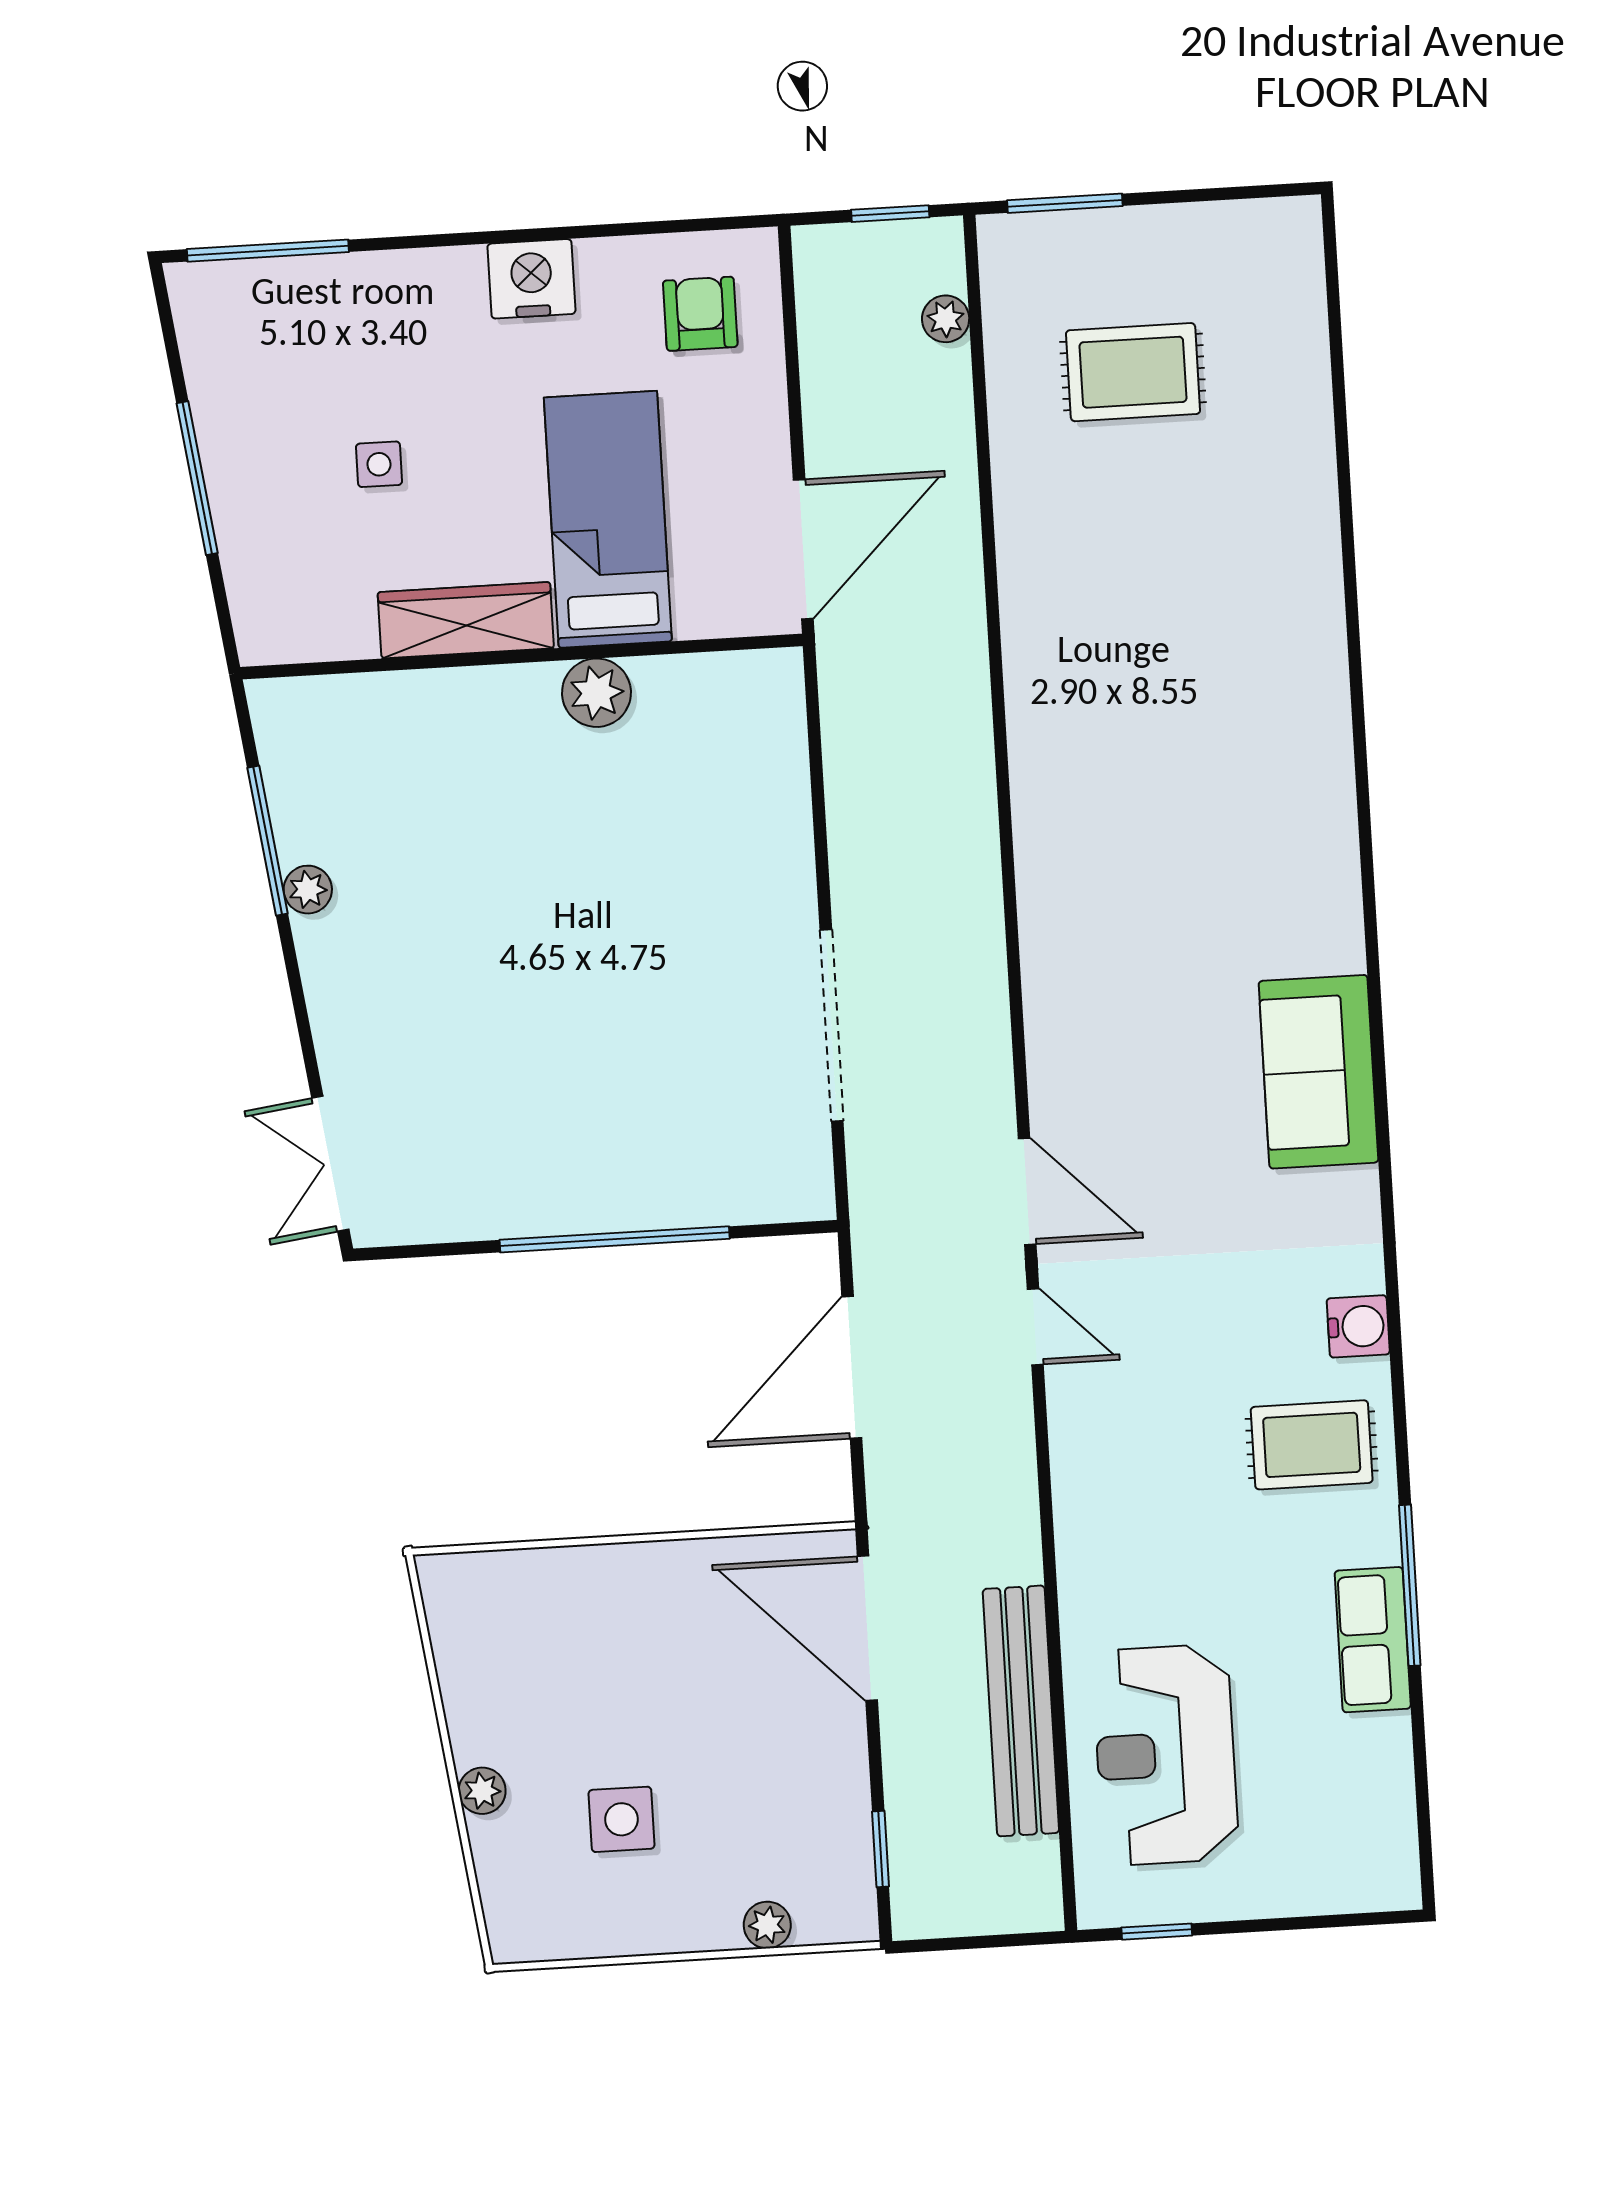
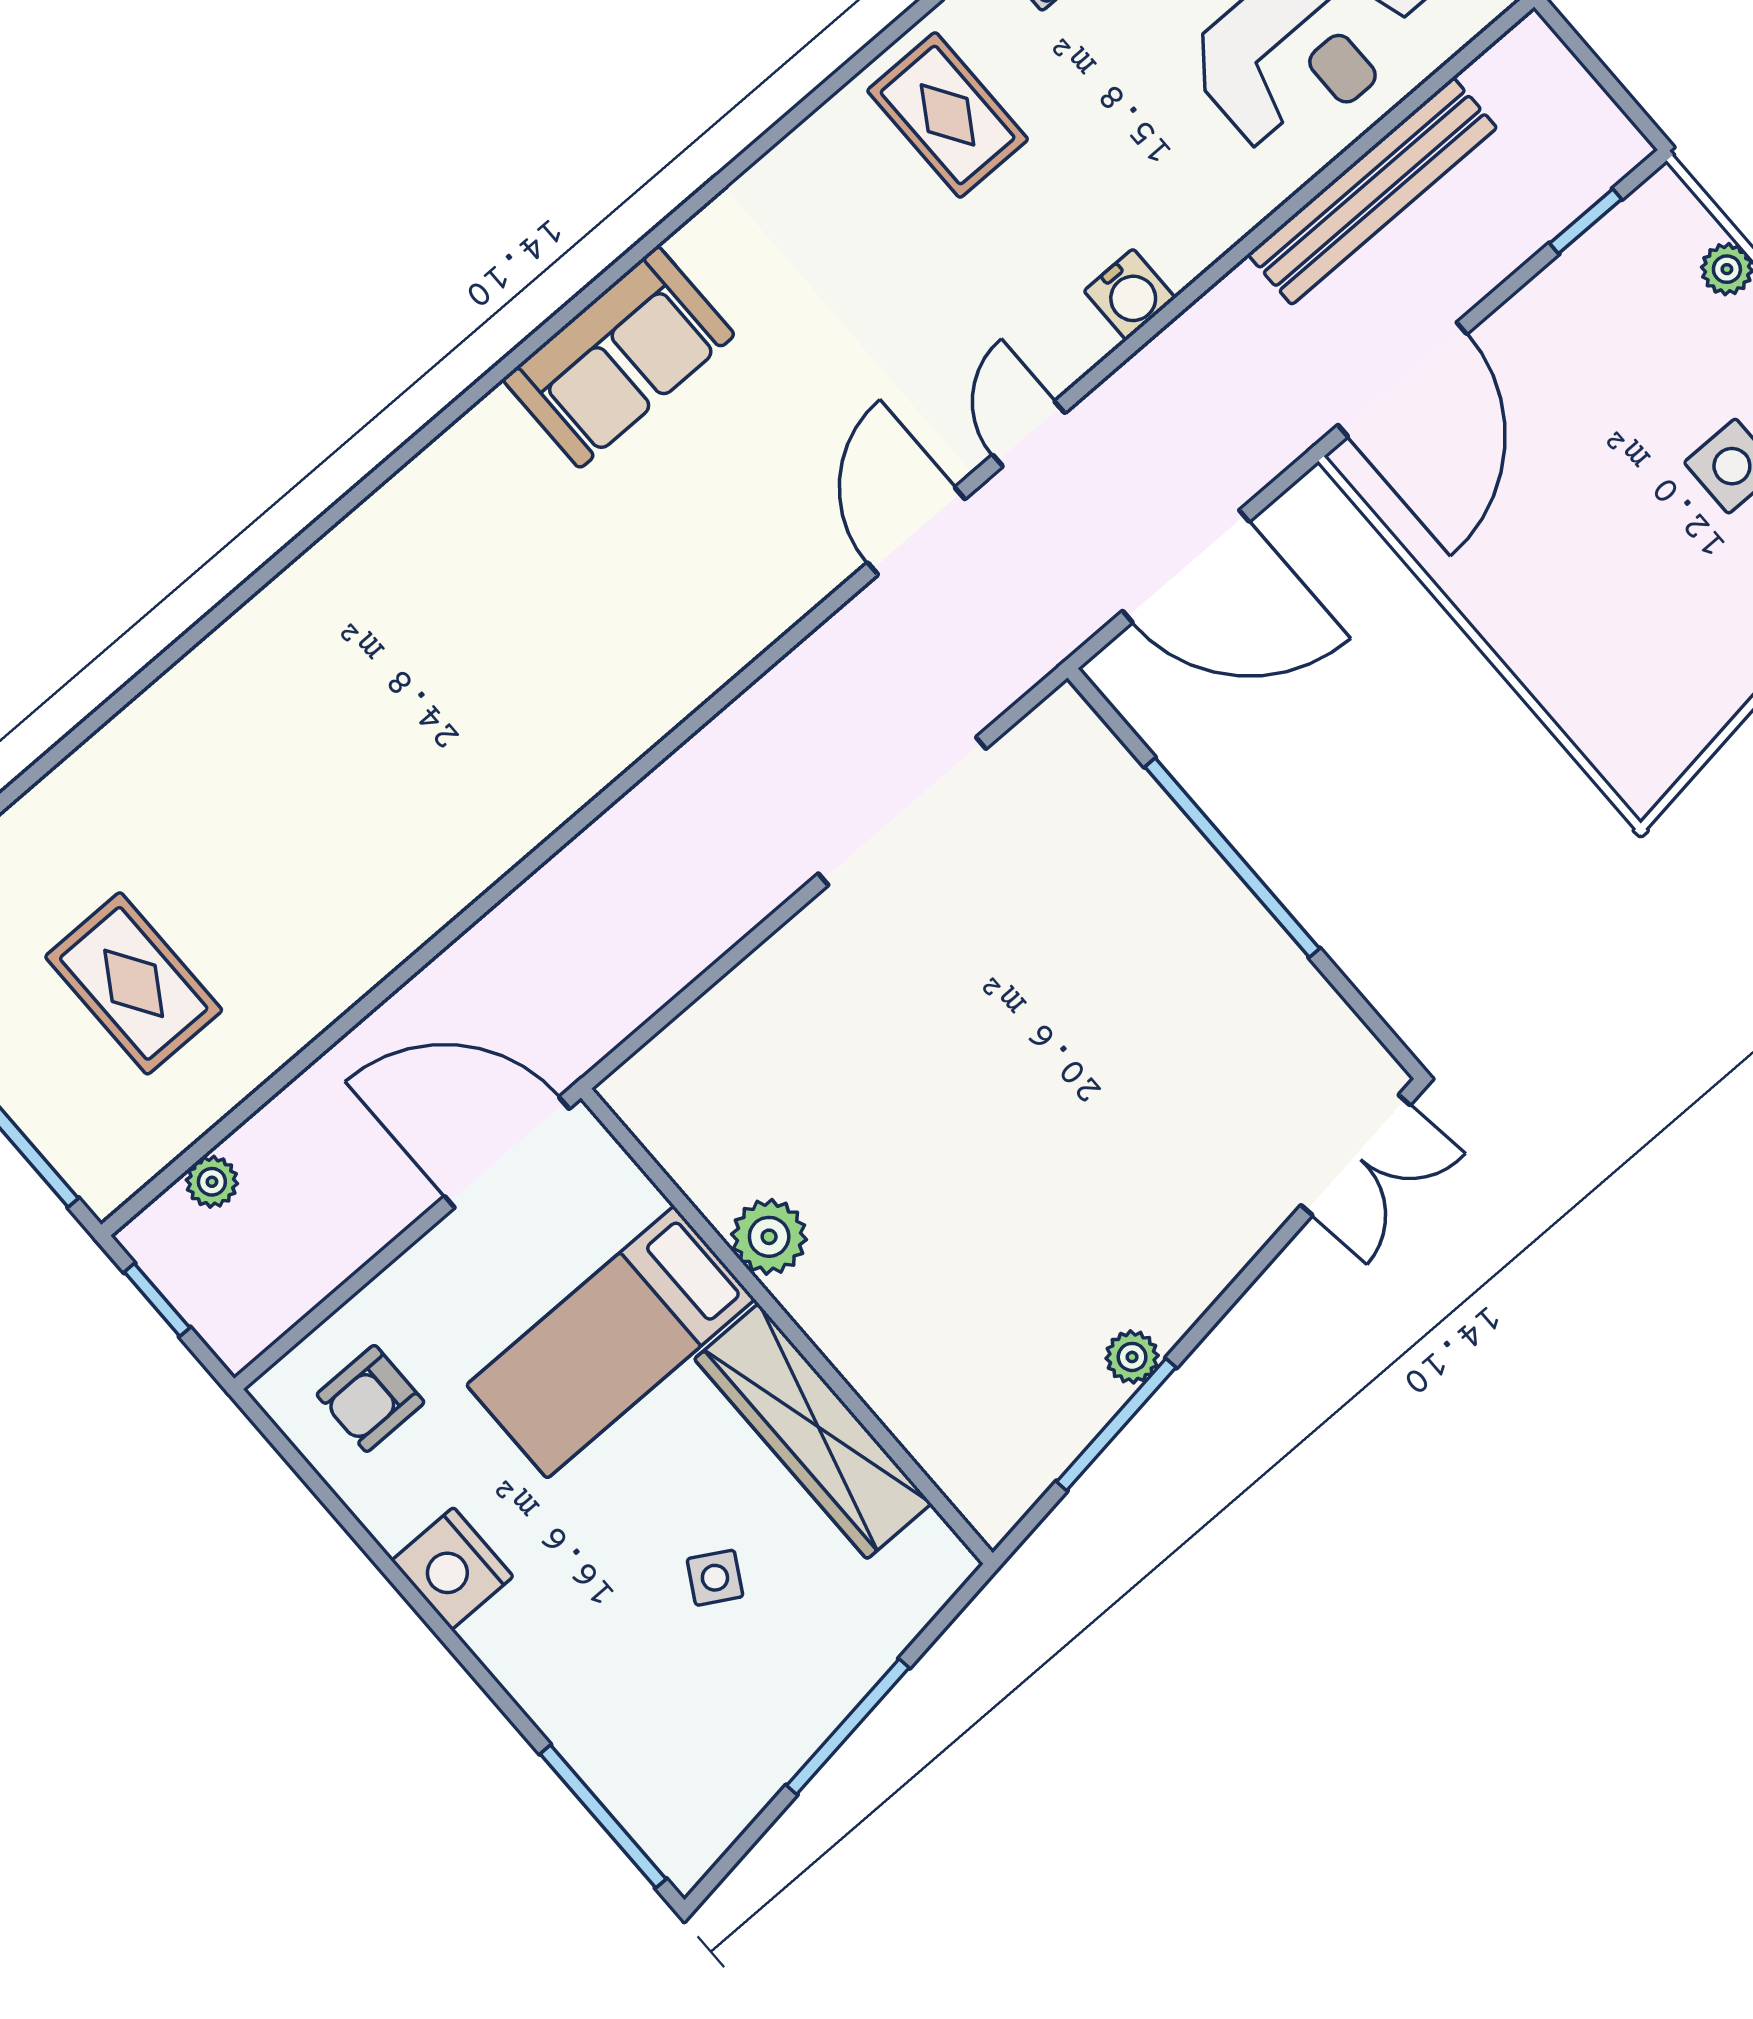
side table: (379, 464) -> (715, 1578), turned 30
wardrobe: (466, 620) -> (813, 1431), width x1.40, depth x1.17
water cooler: (1358, 1326) -> (1130, 294), moved, turned 180

